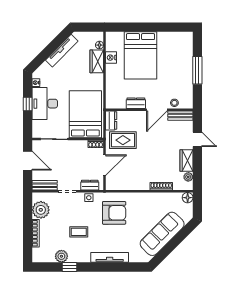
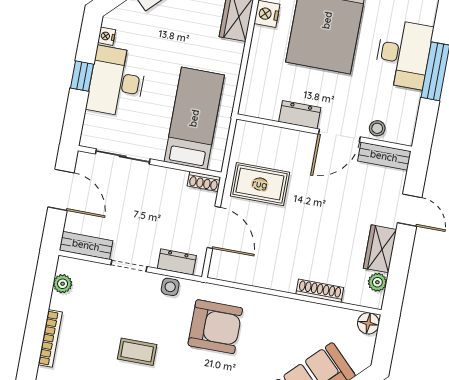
desk: (180, 65) -> (403, 54), added
bed: (85, 114) -> (194, 118), width x0.67
dresser: (111, 120) -> (244, 140), removed
door: (105, 165) -> (214, 227), hinge flipped
plant: (41, 210) -> (63, 284), width x0.53, depth x0.53

